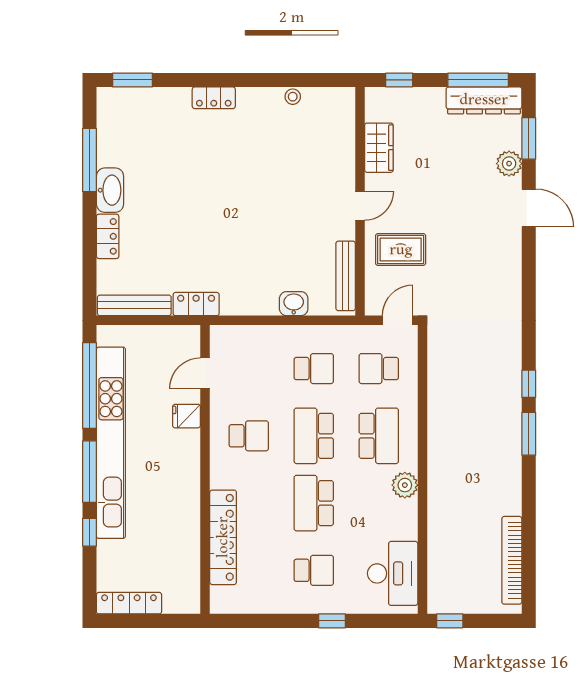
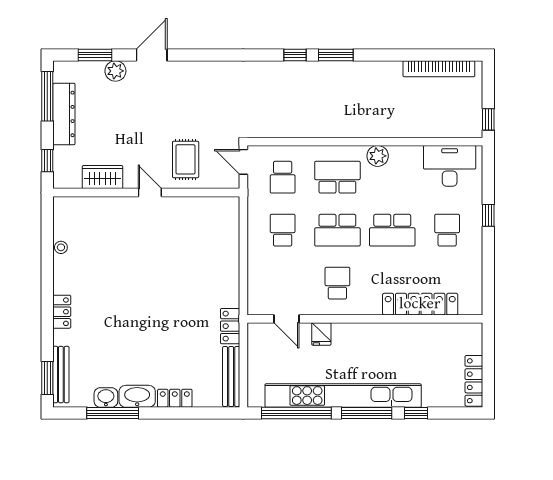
dresser: (484, 100) -> (64, 114), moved
bench: (346, 276) -> (61, 375), moved, turned 90
washbasin: (294, 304) -> (106, 397), moved, turned 90

